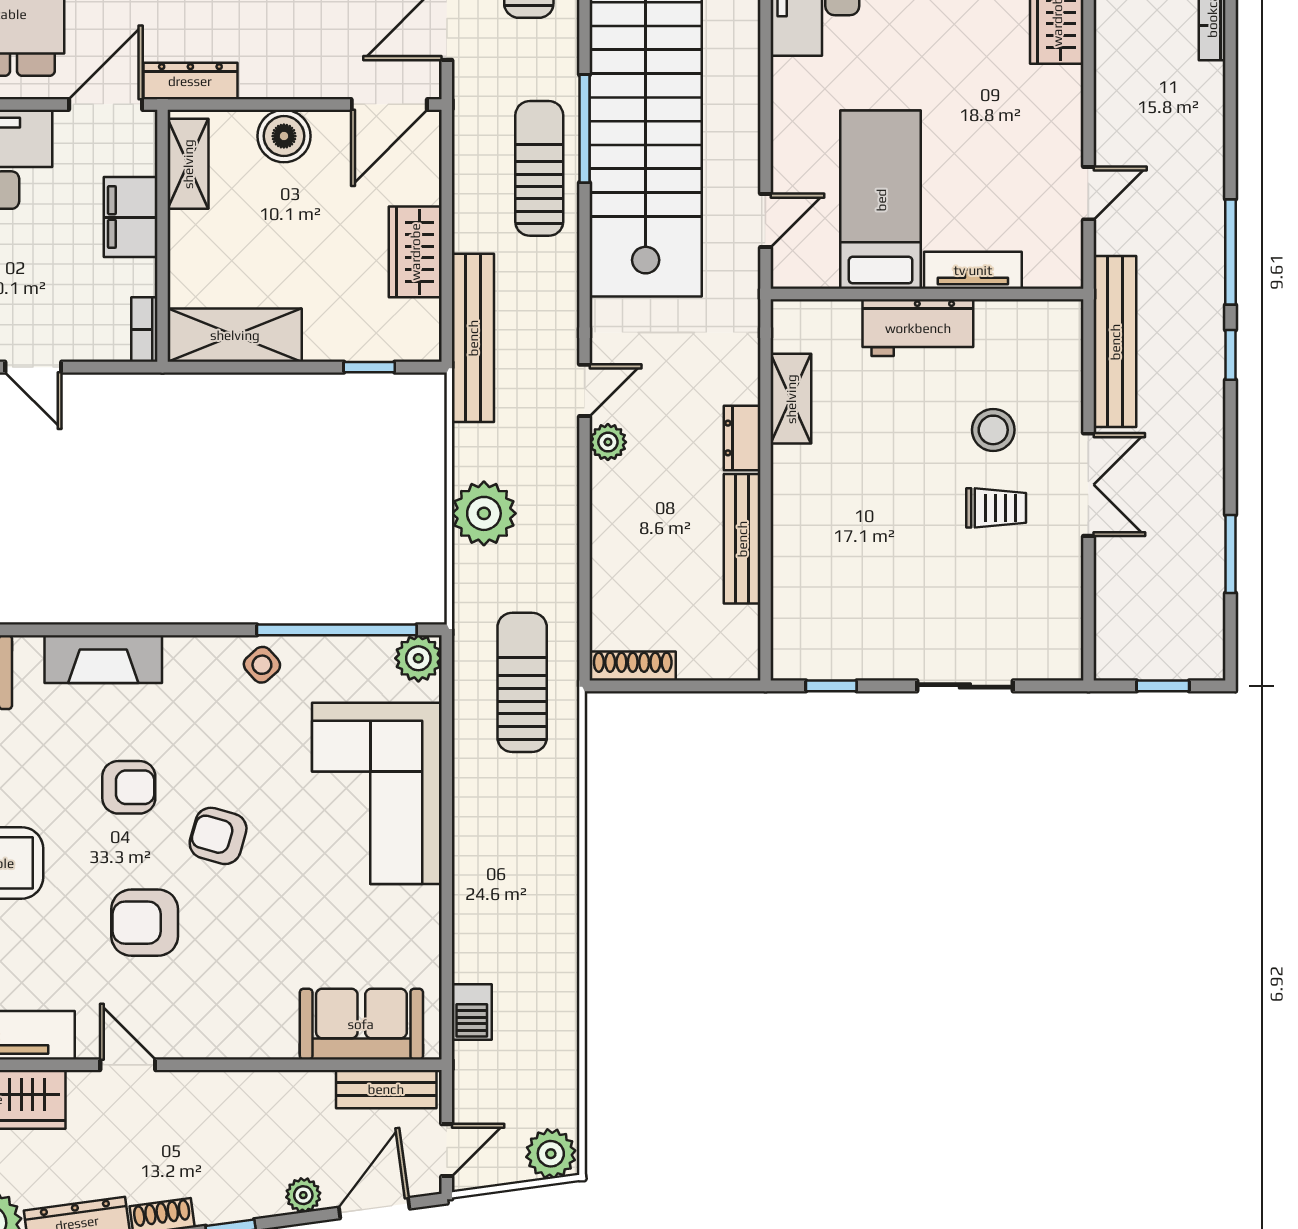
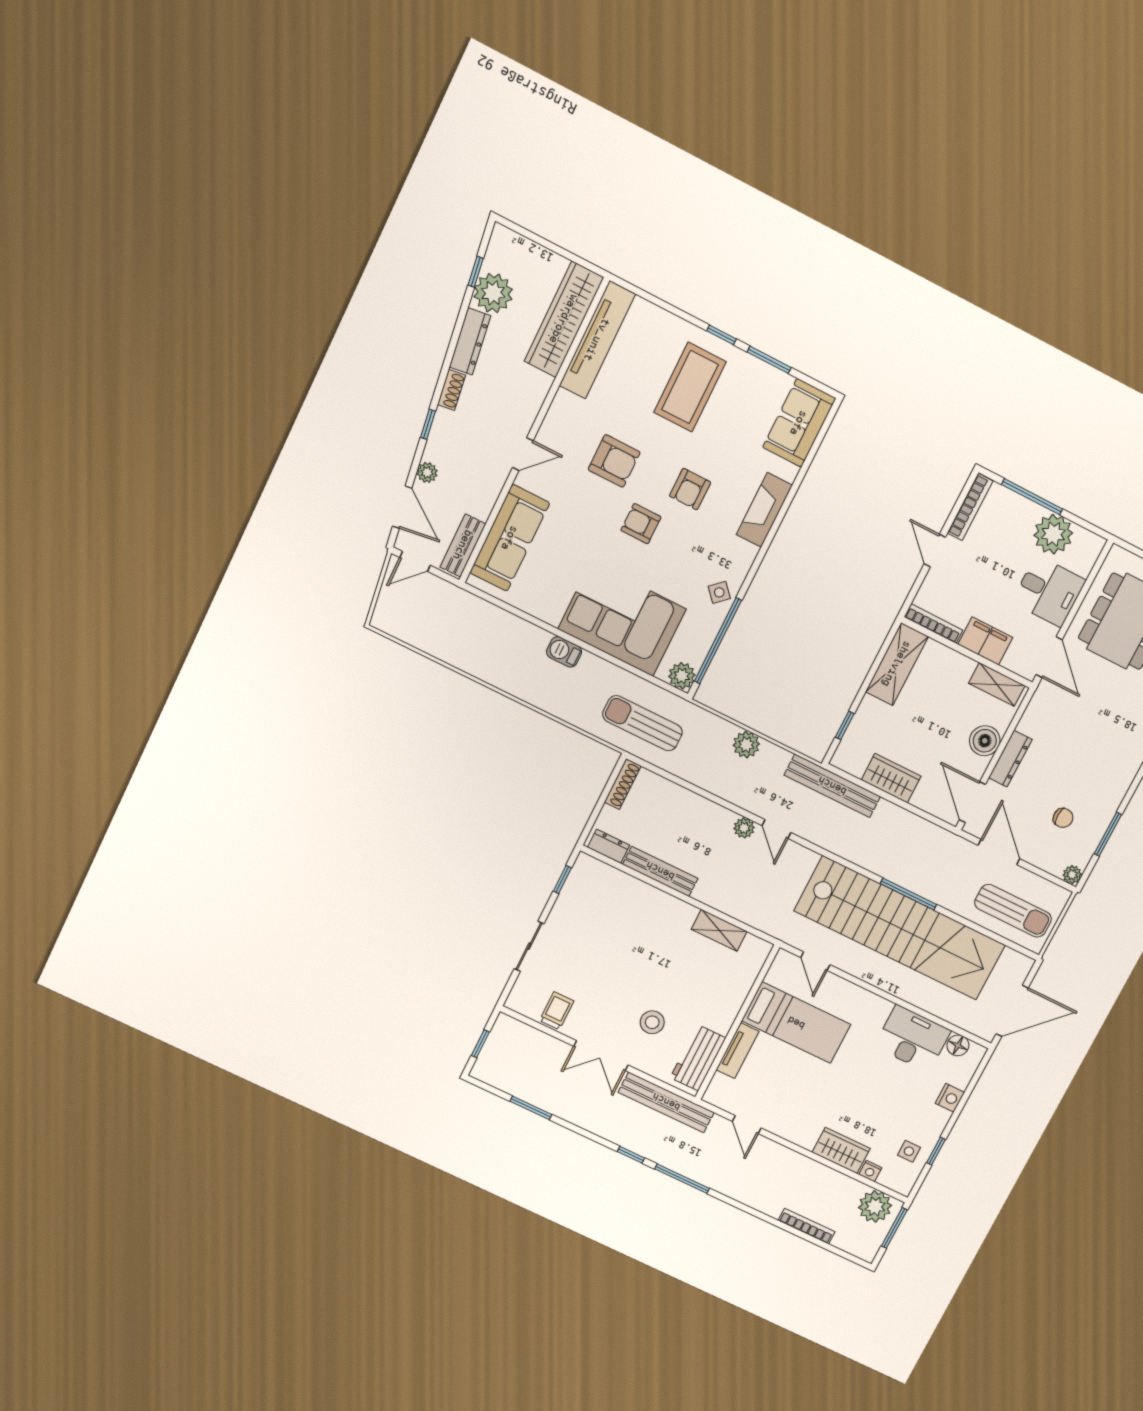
dresser: (190, 81) -> (1010, 759), moved
sun lounger: (539, 168) -> (900, 862), removed
workbench: (918, 328) -> (698, 1058), moved
bookcase: (144, 330) -> (933, 624), width x1.56
door: (33, 367) -> (935, 551), hinge flipped
dresser: (742, 438) -> (609, 846), moved
trolley: (996, 508) -> (557, 1011), moved, turned 180
plant: (484, 513) -> (746, 745), width x0.73, depth x0.73
sun lounger: (522, 682) -> (642, 723), turned 180
armchair: (218, 836) -> (641, 524), turned -106
armchair: (145, 923) -> (614, 461), turned 90
barbecue: (472, 1012) -> (564, 652), moved
sofa: (361, 1024) -> (510, 538), width x1.36
door: (128, 1065) -> (523, 454), moved
door: (447, 1150) -> (415, 561), hinge flipped
plant: (551, 1154) -> (387, 615), removed

